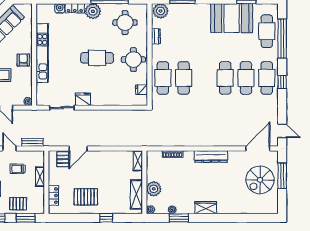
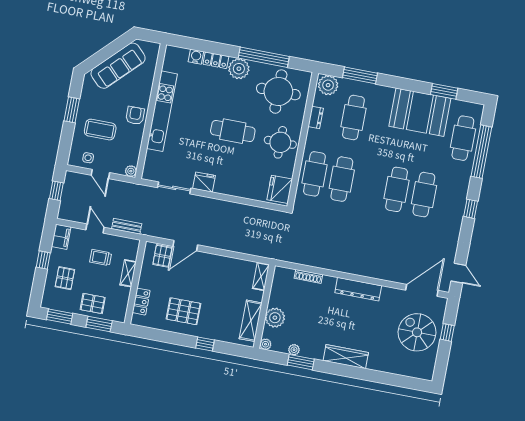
round table: (125, 23) -> (278, 92), width x1.36, depth x1.36
cafe table: (267, 78) -> (353, 117), moved
fridge: (141, 90) -> (280, 189), width x1.88, depth x1.34
window: (282, 176) -> (447, 332), width x0.46
spiral stairs: (260, 180) -> (417, 332), turned 90
wardrobe: (206, 208) -> (346, 357), width x1.50

